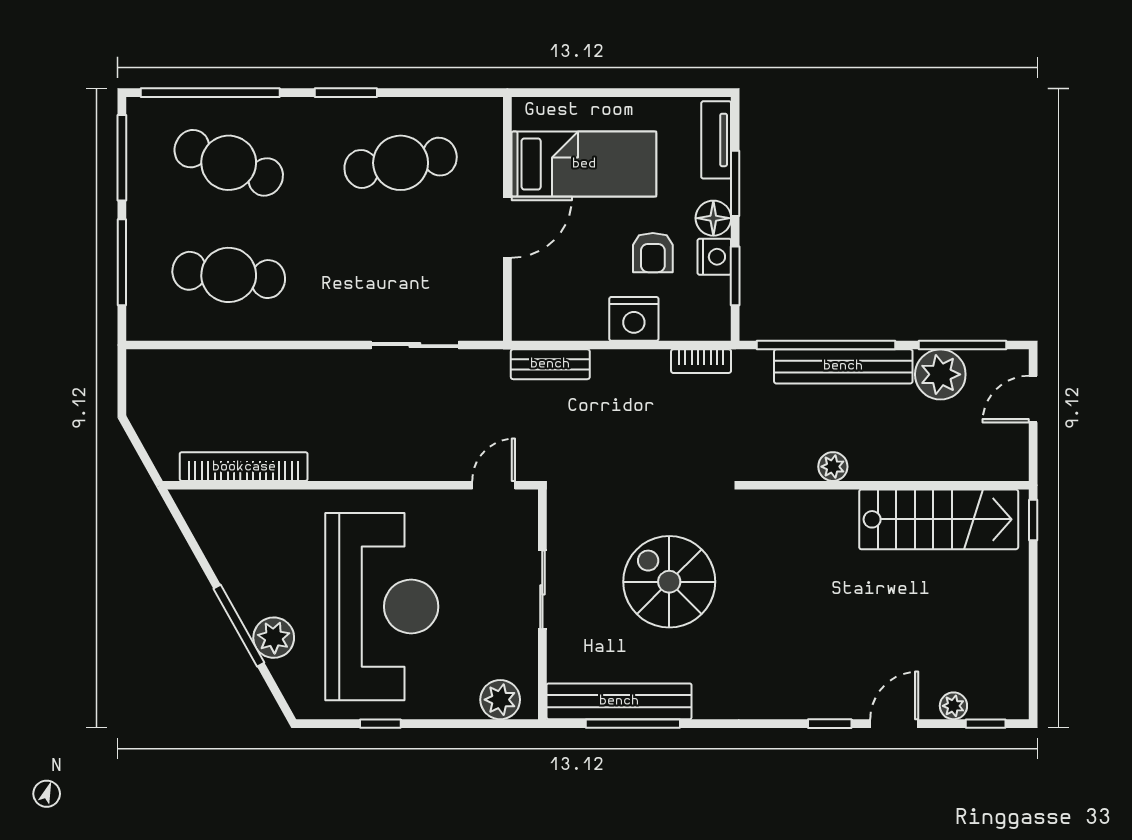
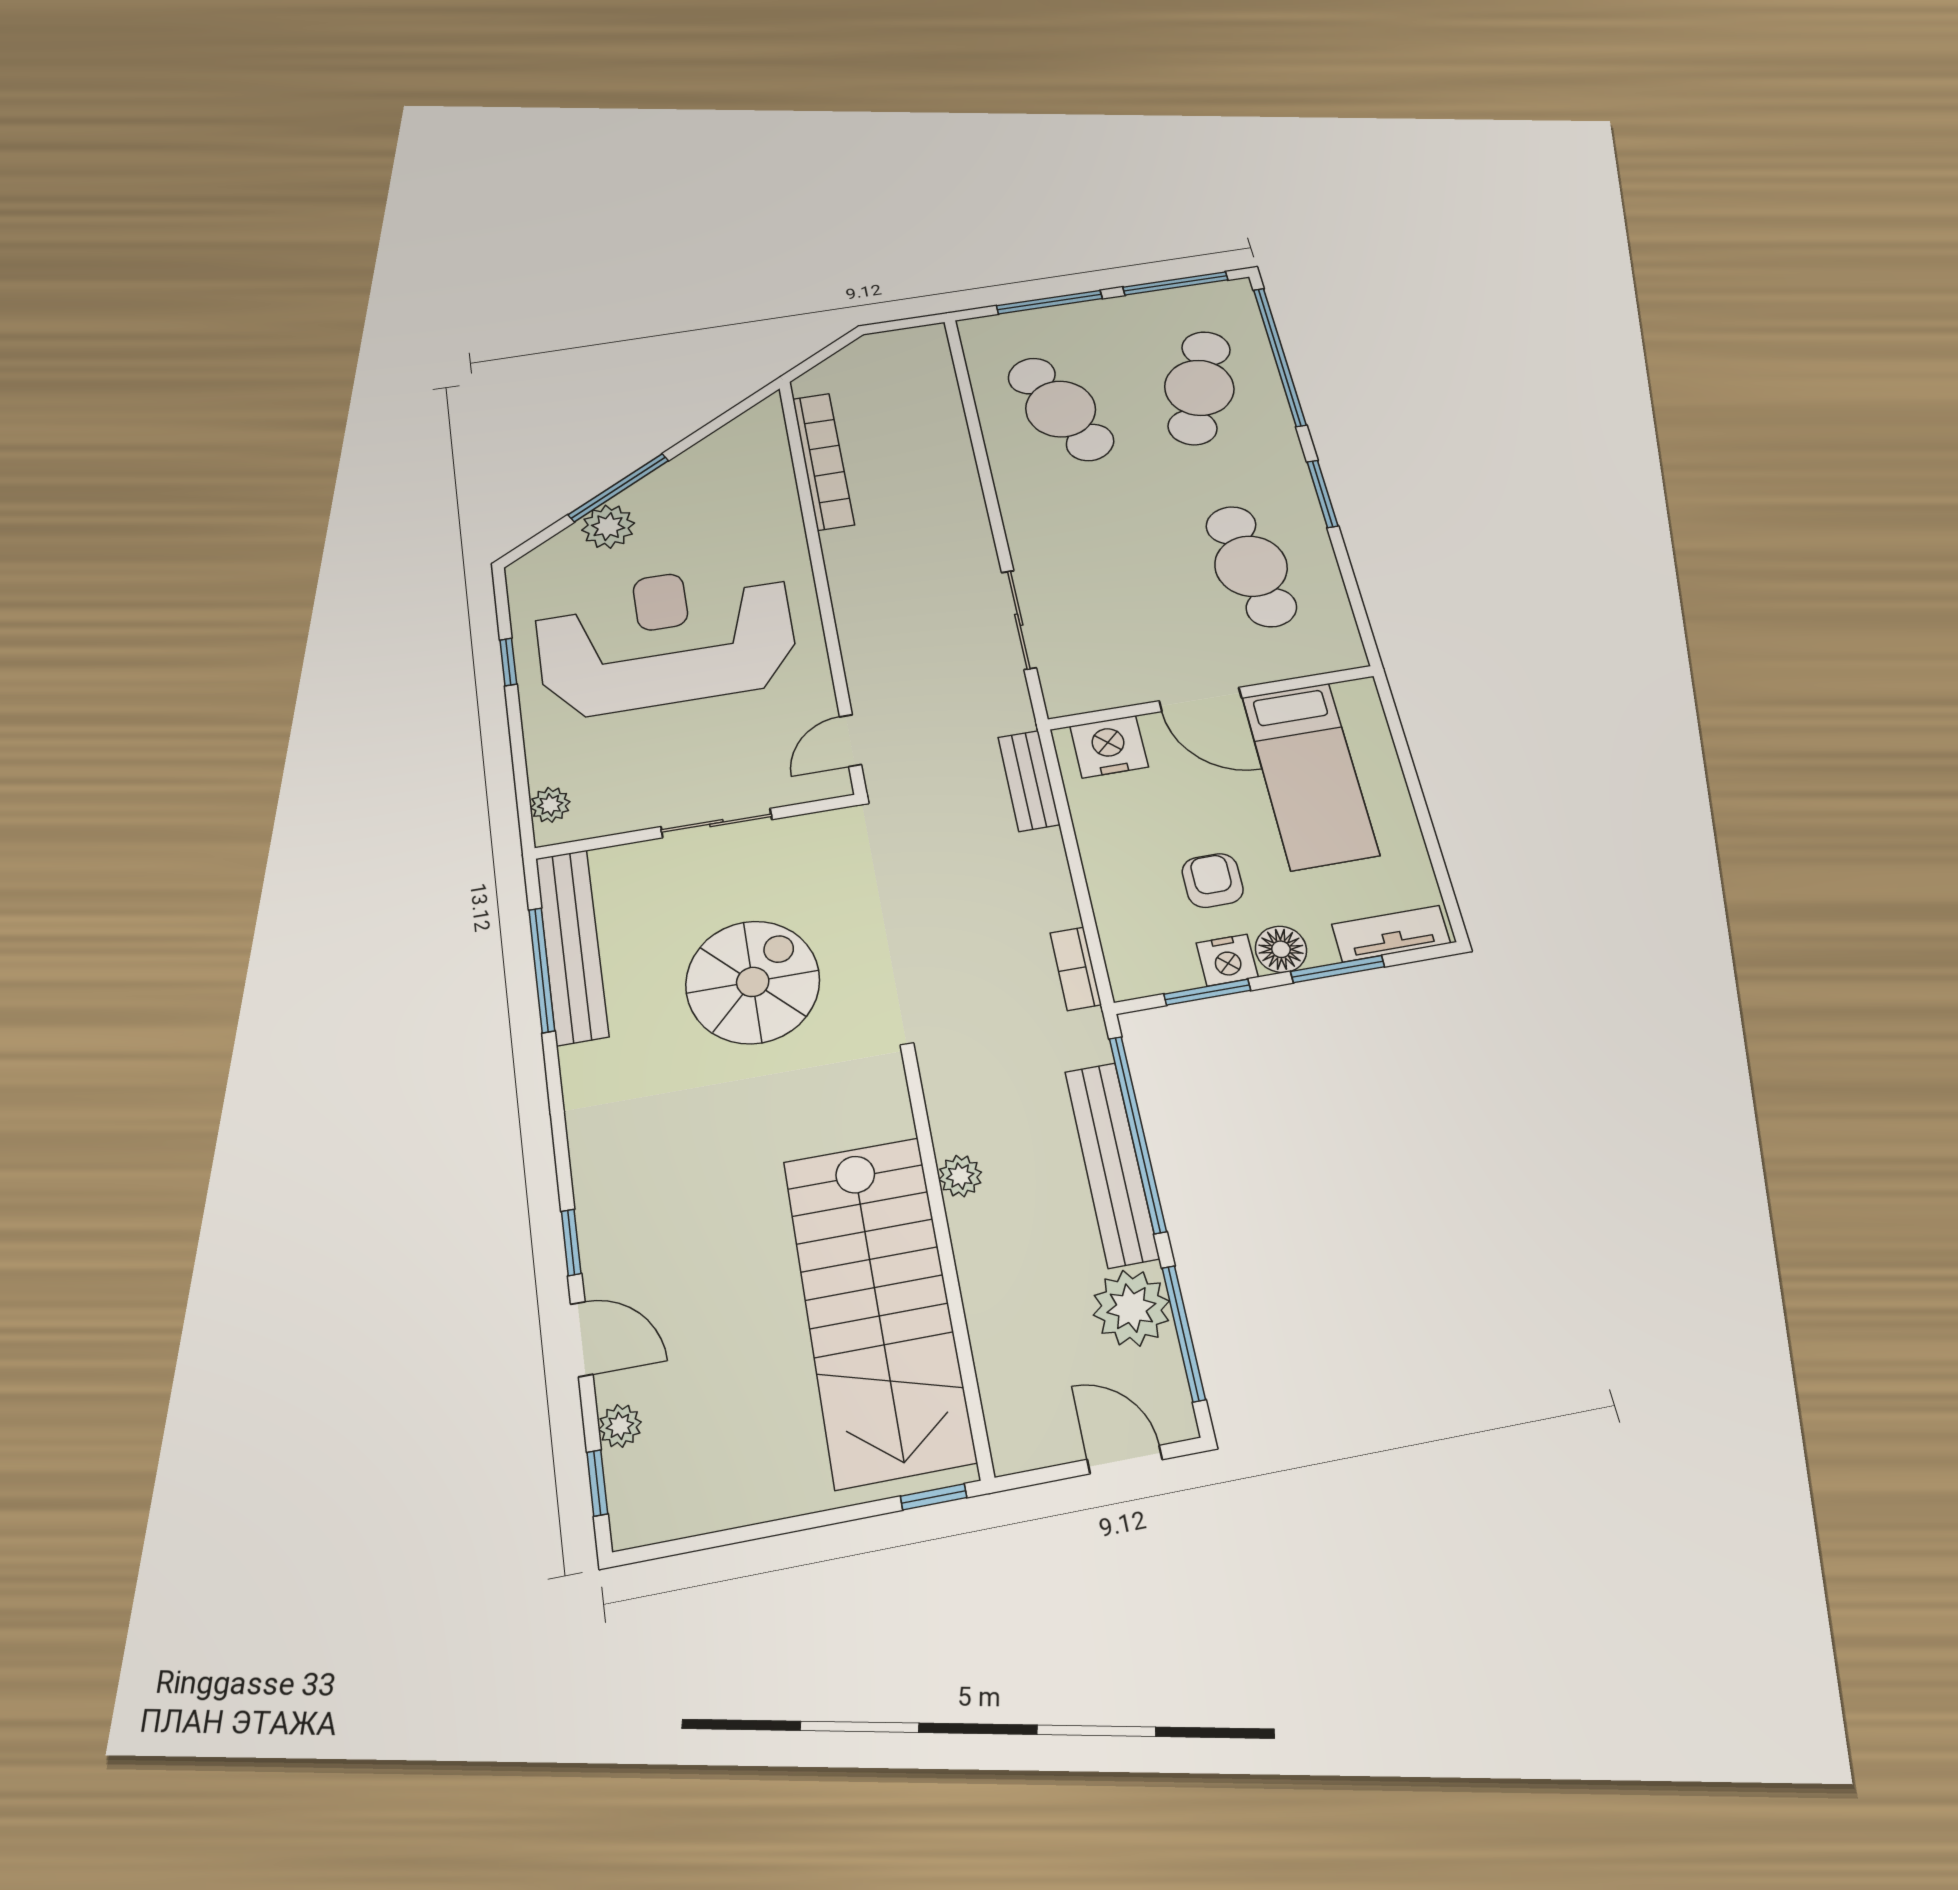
armchair: (653, 253) -> (1213, 880), turned 90
cafe table: (229, 275) -> (1061, 409), turned -30
nightstand: (634, 319) -> (1109, 747), moved, turned 90
door: (494, 485) -> (851, 741), swing flipped
stairs: (939, 519) -> (878, 1308), width x1.36, depth x1.51
reception desk: (382, 607) -> (666, 638), turned 180
plant: (500, 700) -> (550, 805), width x0.73, depth x0.73

